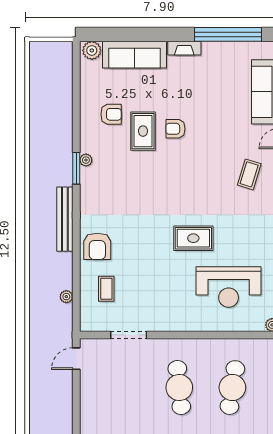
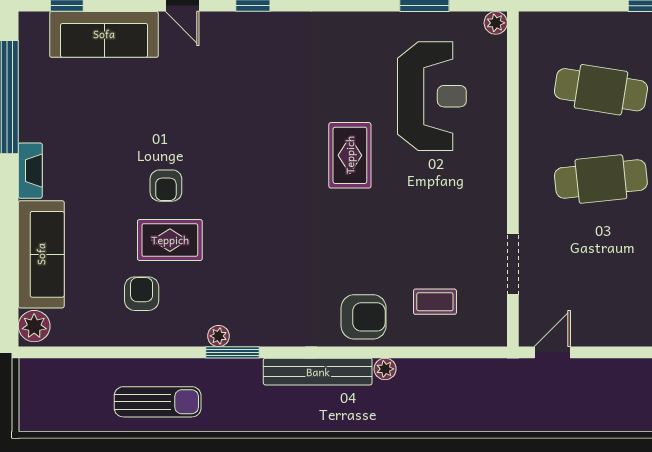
sun lounger: (47, 124) -> (158, 402), added
coffee table: (249, 174) -> (243, 61), removed
plant: (66, 297) -> (385, 369), moved
door: (76, 359) -> (552, 352), swing flipped

